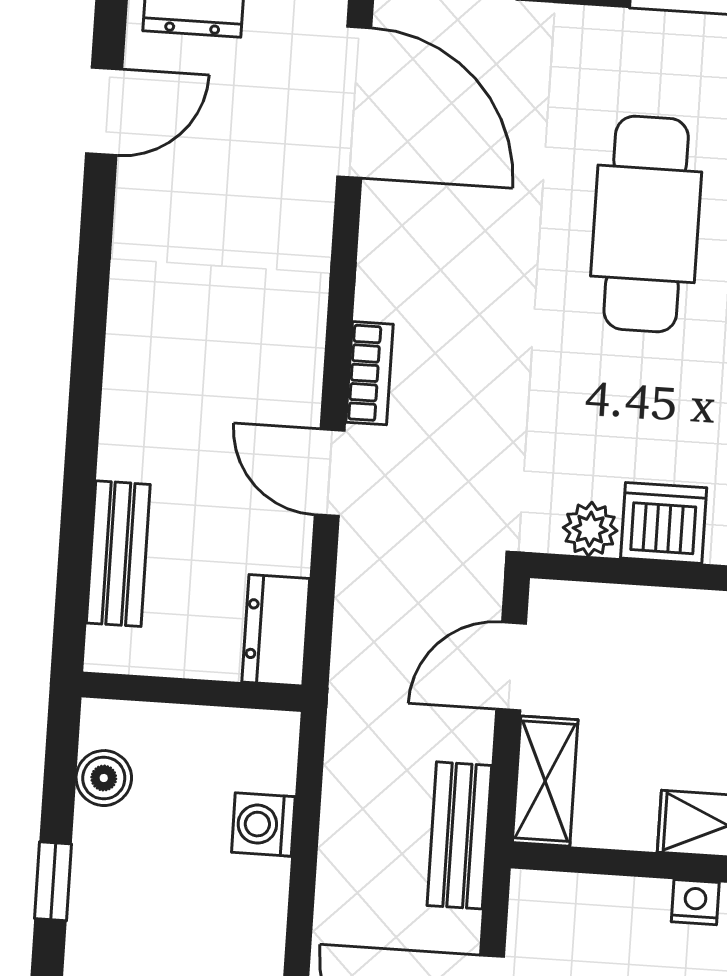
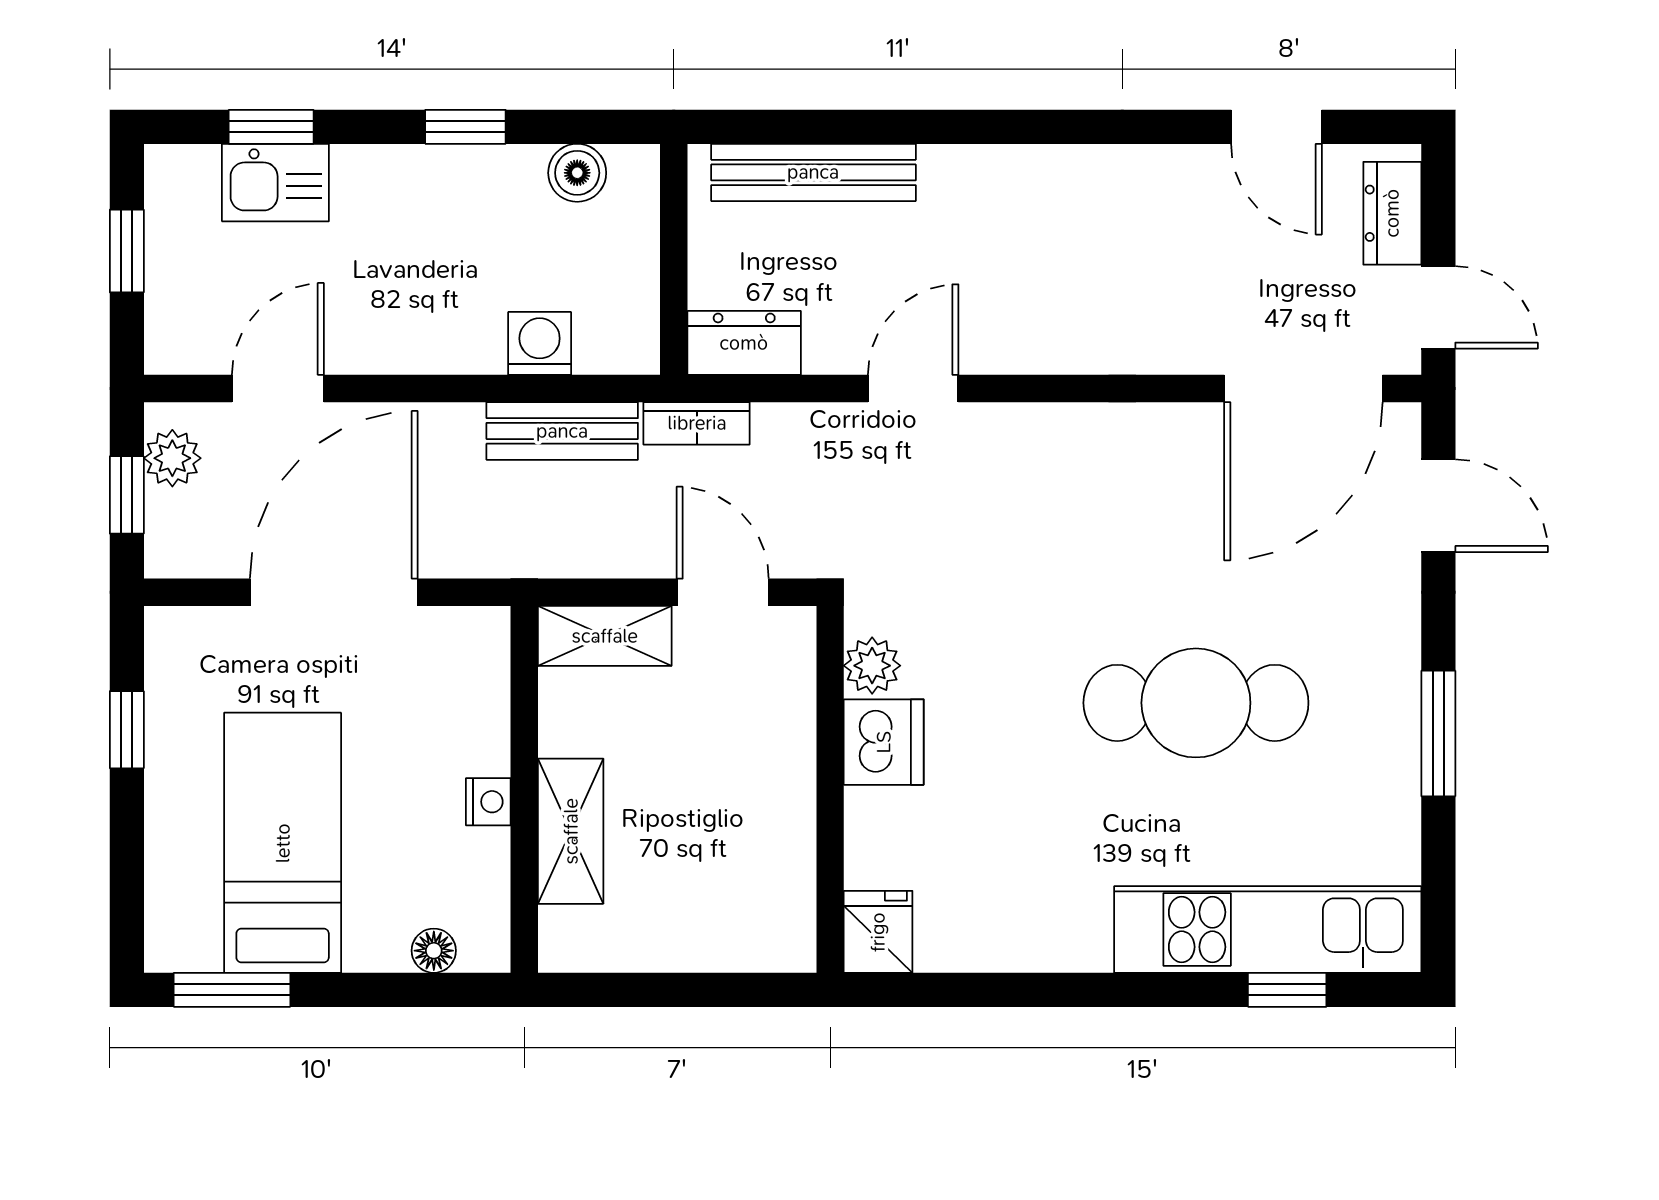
bookcase: (370, 373) -> (697, 423), moved
bench: (118, 554) -> (813, 172), width x1.36
bench: (459, 835) -> (562, 431), moved

